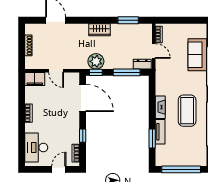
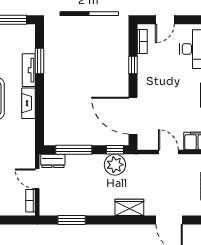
wardrobe: (99, 30) -> (129, 207), moved

